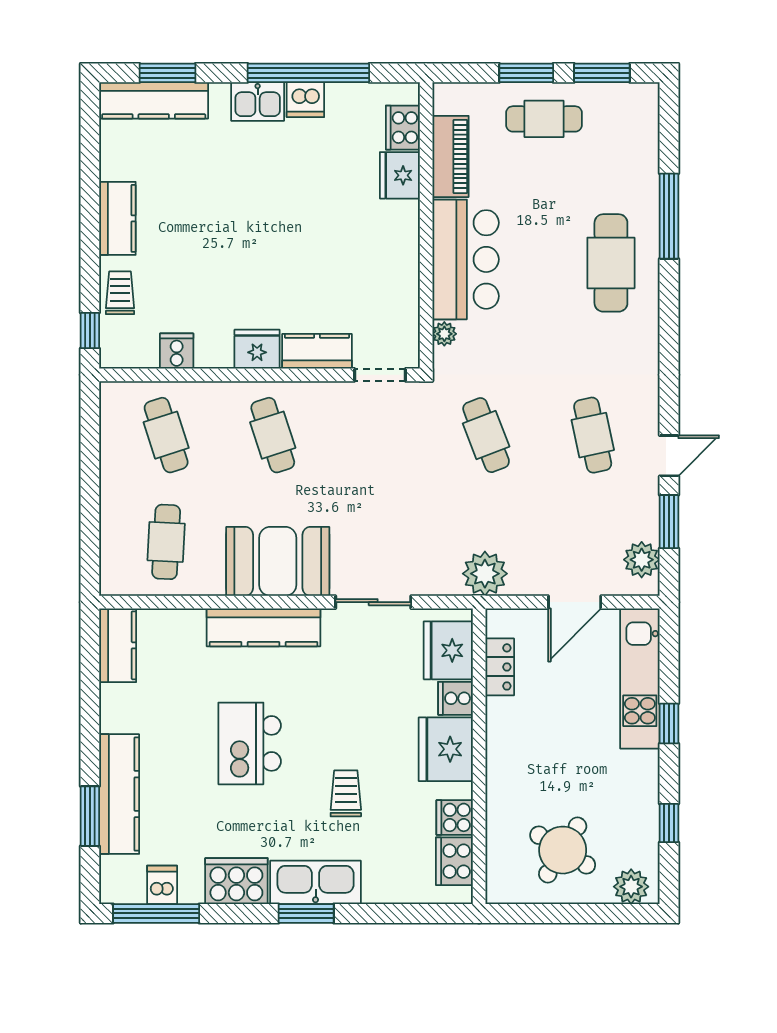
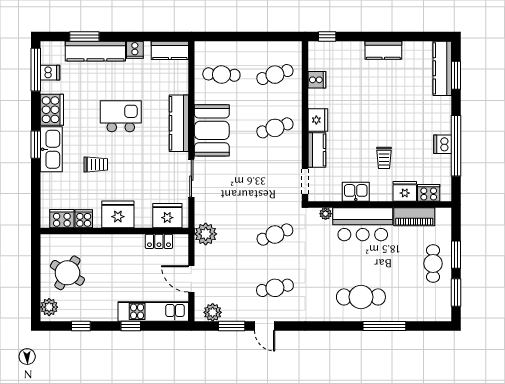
kitchen sink: (258, 101) -> (356, 192), moved, turned 90
trolley: (120, 293) -> (384, 158), moved, turned 90
cooker: (455, 698) -> (135, 50), moved, turned 180

